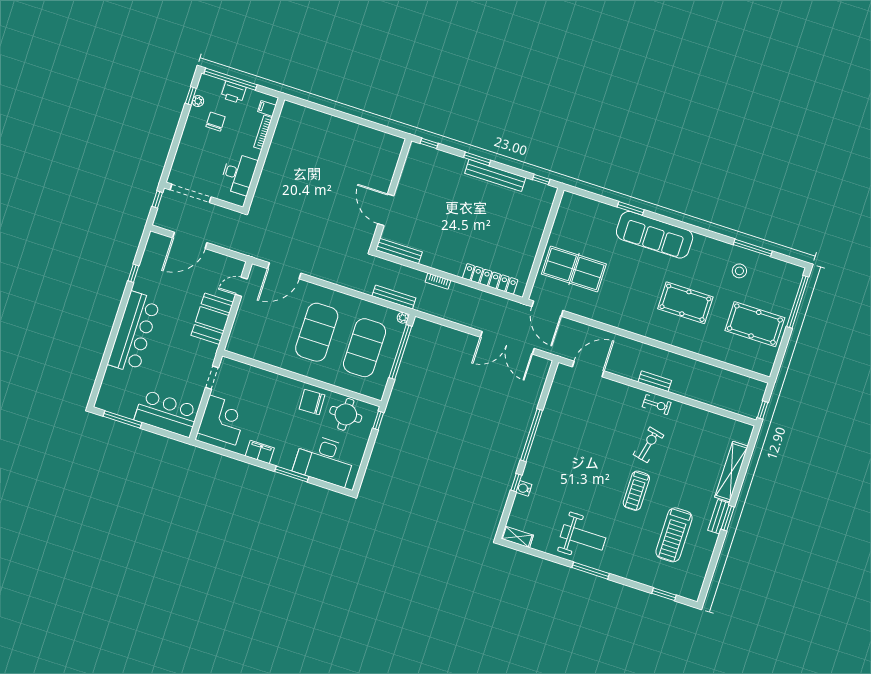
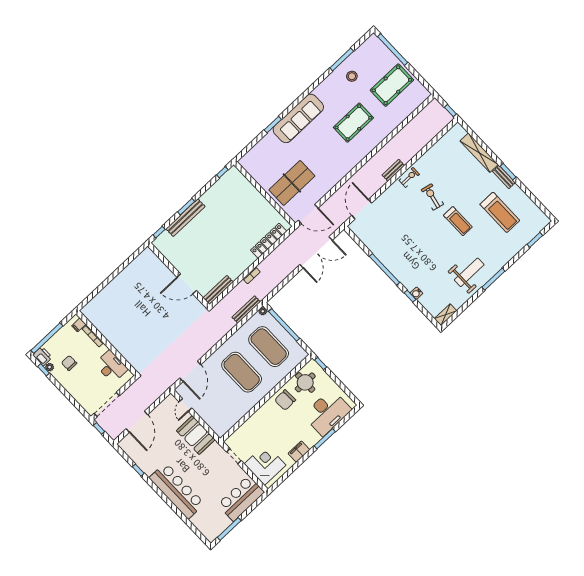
printer: (233, 92) -> (42, 356), moved, turned -90
bench: (495, 175) -> (185, 218), moved

